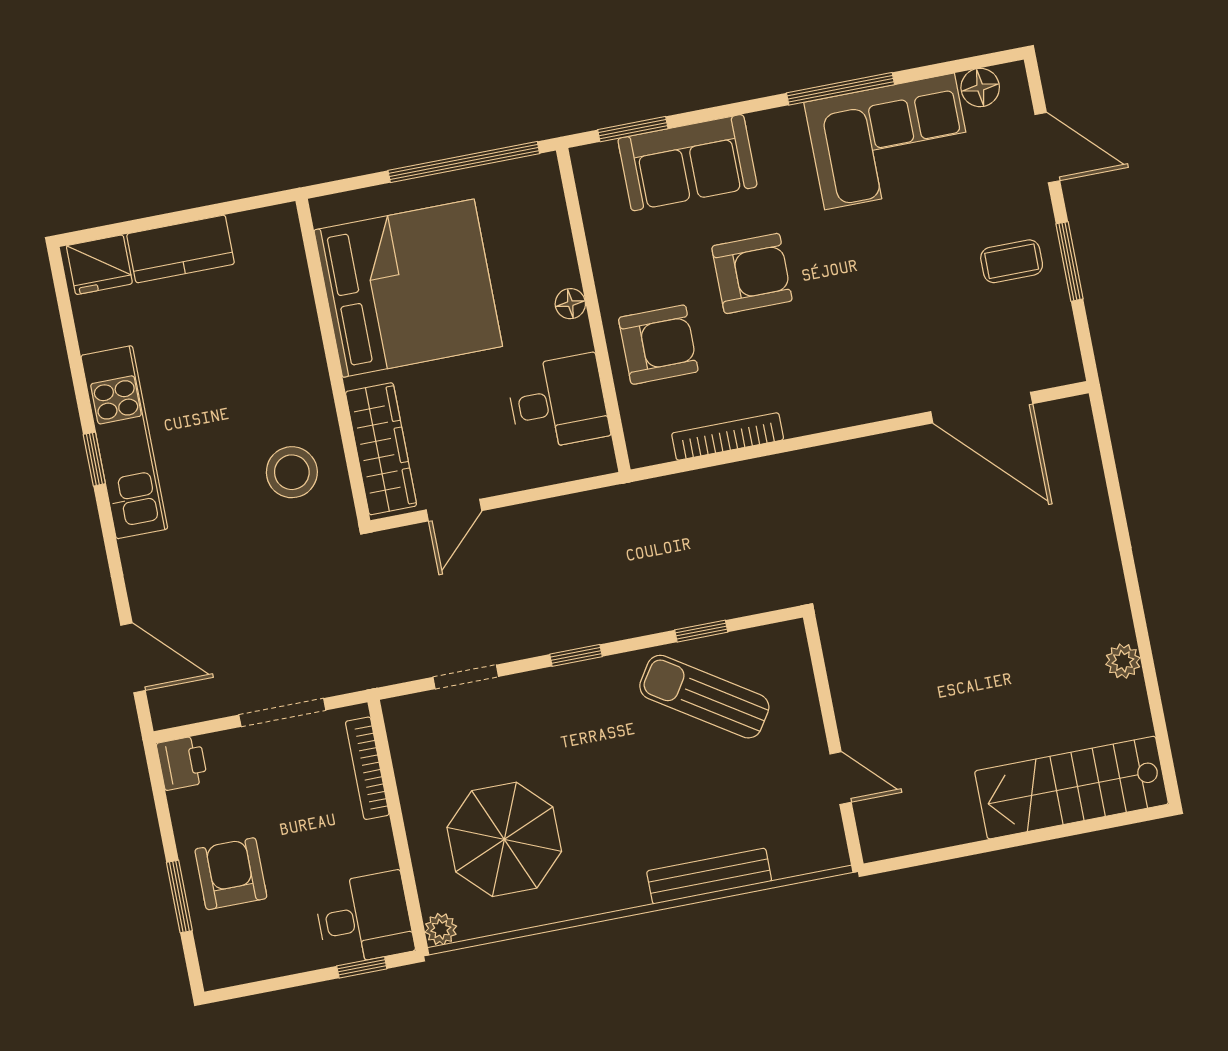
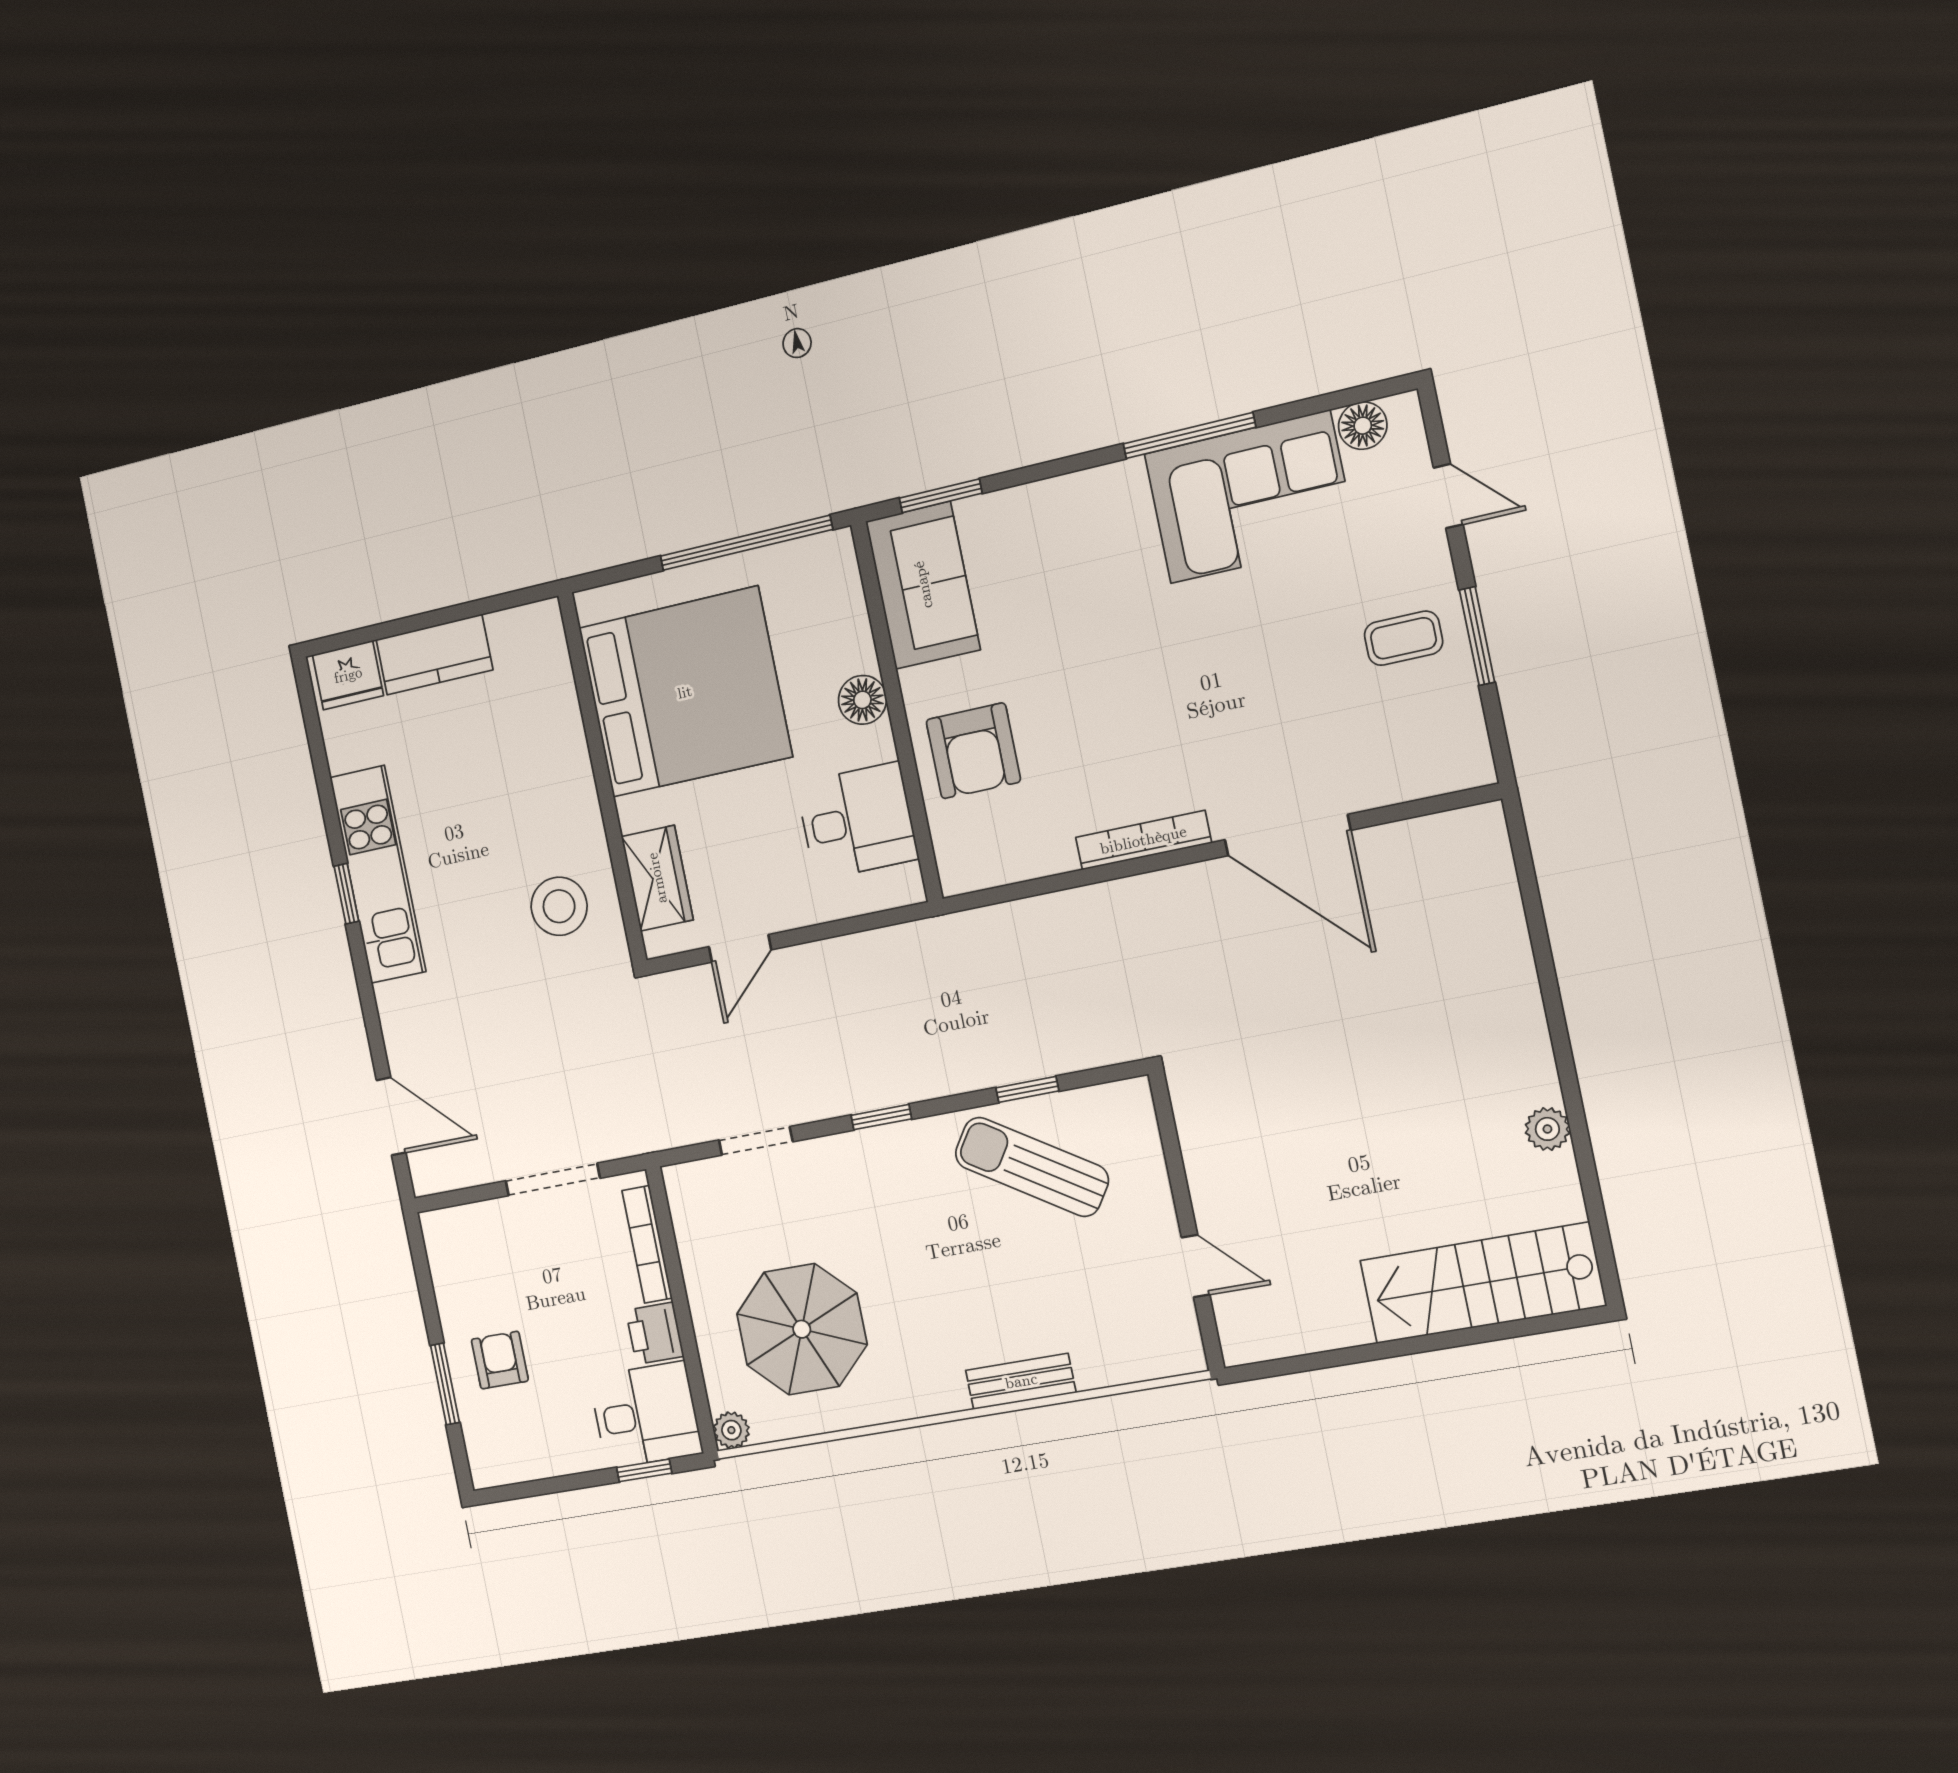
door: (1047, 148) -> (1448, 496), width x0.73
sofa: (687, 163) -> (923, 585), moved, turned -90
armchair: (752, 273) -> (1084, 663), removed
floor lamp: (570, 304) -> (862, 700), width x1.37, depth x1.37
armchair: (658, 345) -> (973, 751), turned 90
door: (982, 408) -> (1288, 835), moved
bookcase: (728, 436) -> (1143, 840), moved
wardrobe: (381, 449) -> (657, 878), width x0.67
printer: (182, 763) -> (655, 1333), moved, turned 180
armchair: (231, 874) -> (500, 1360), width x0.72, depth x0.72
bench: (709, 876) -> (1021, 1381), width x0.73

